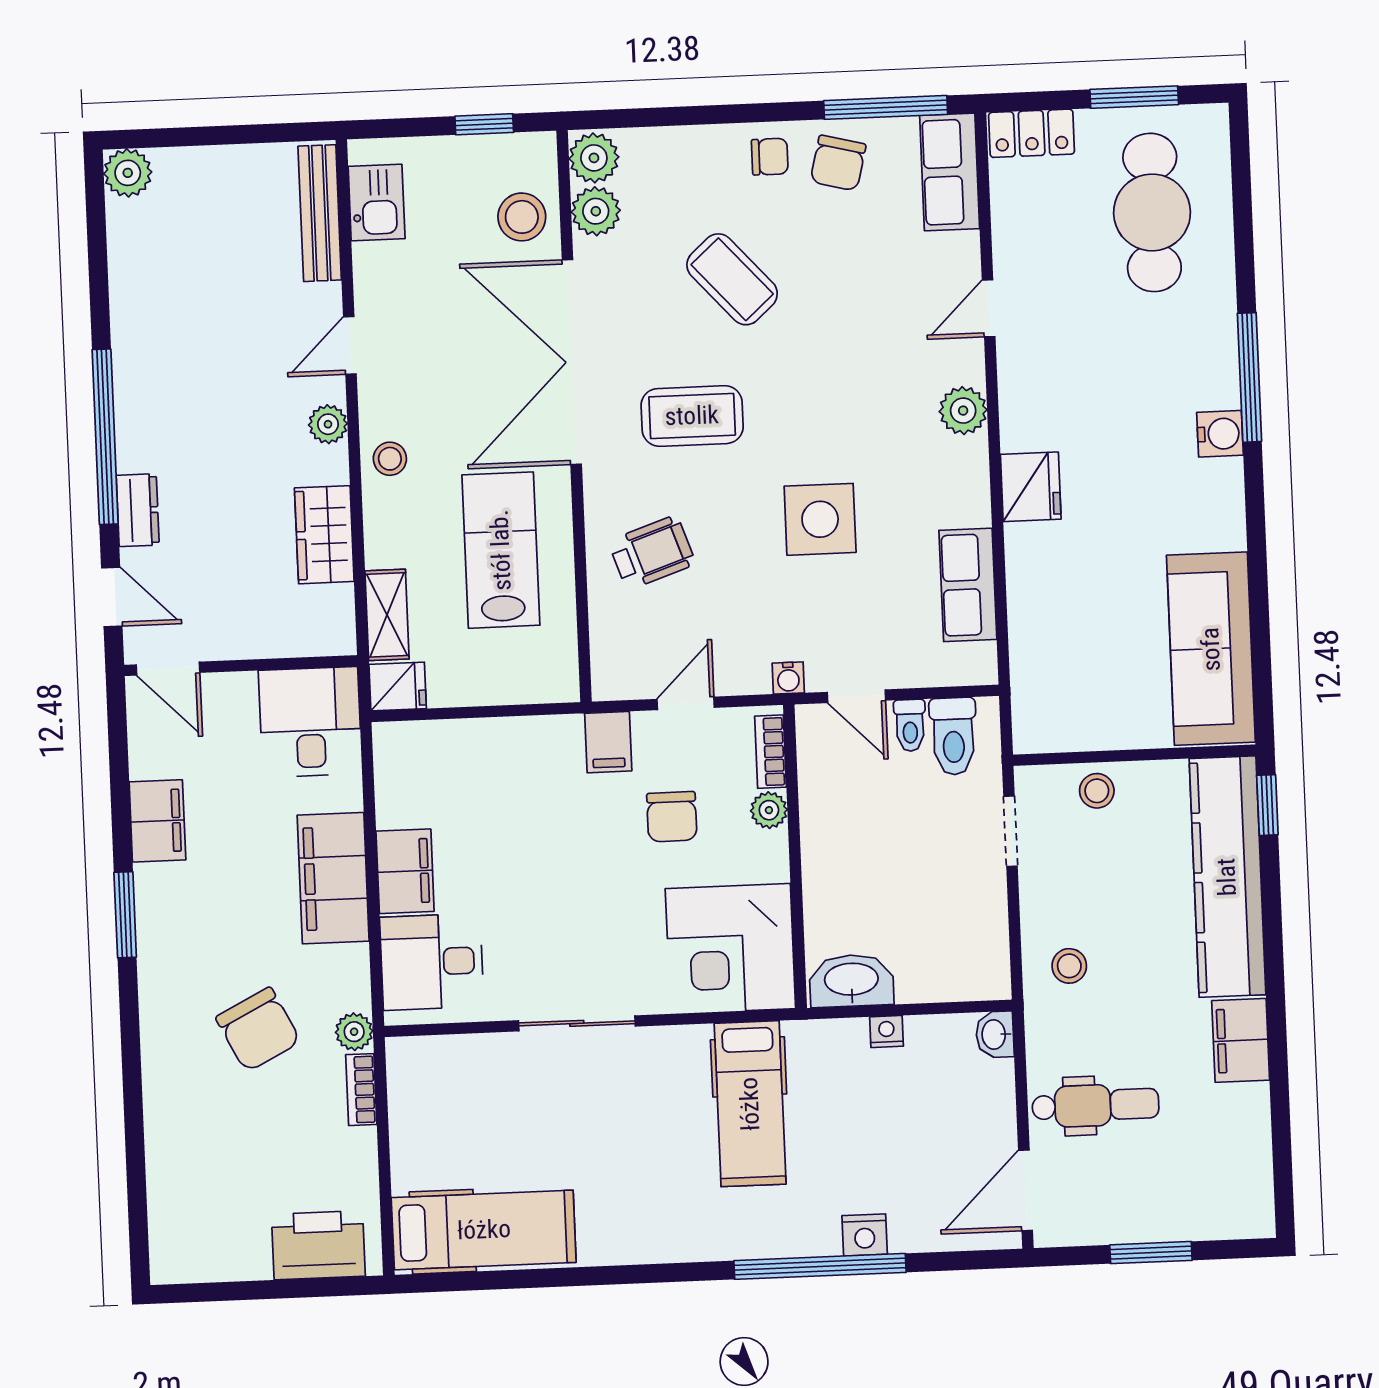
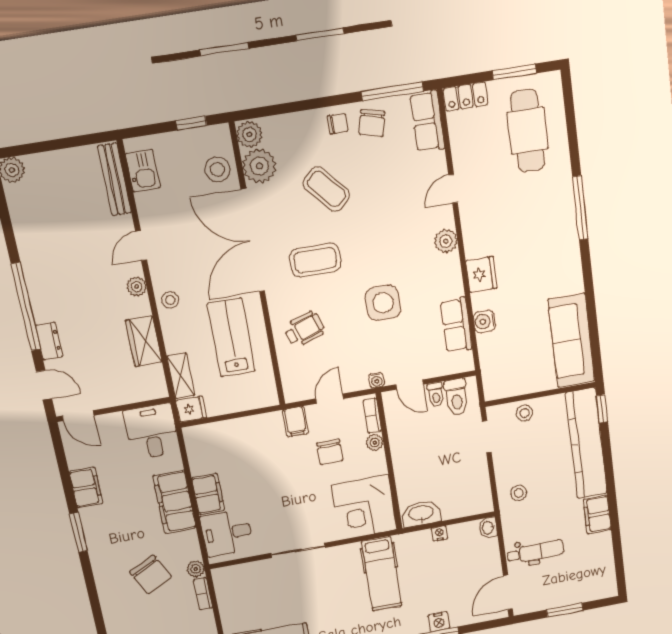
plant: (596, 211) -> (259, 166), width x1.36, depth x1.36
water cooler: (1220, 434) -> (484, 321), moved, turned 180

